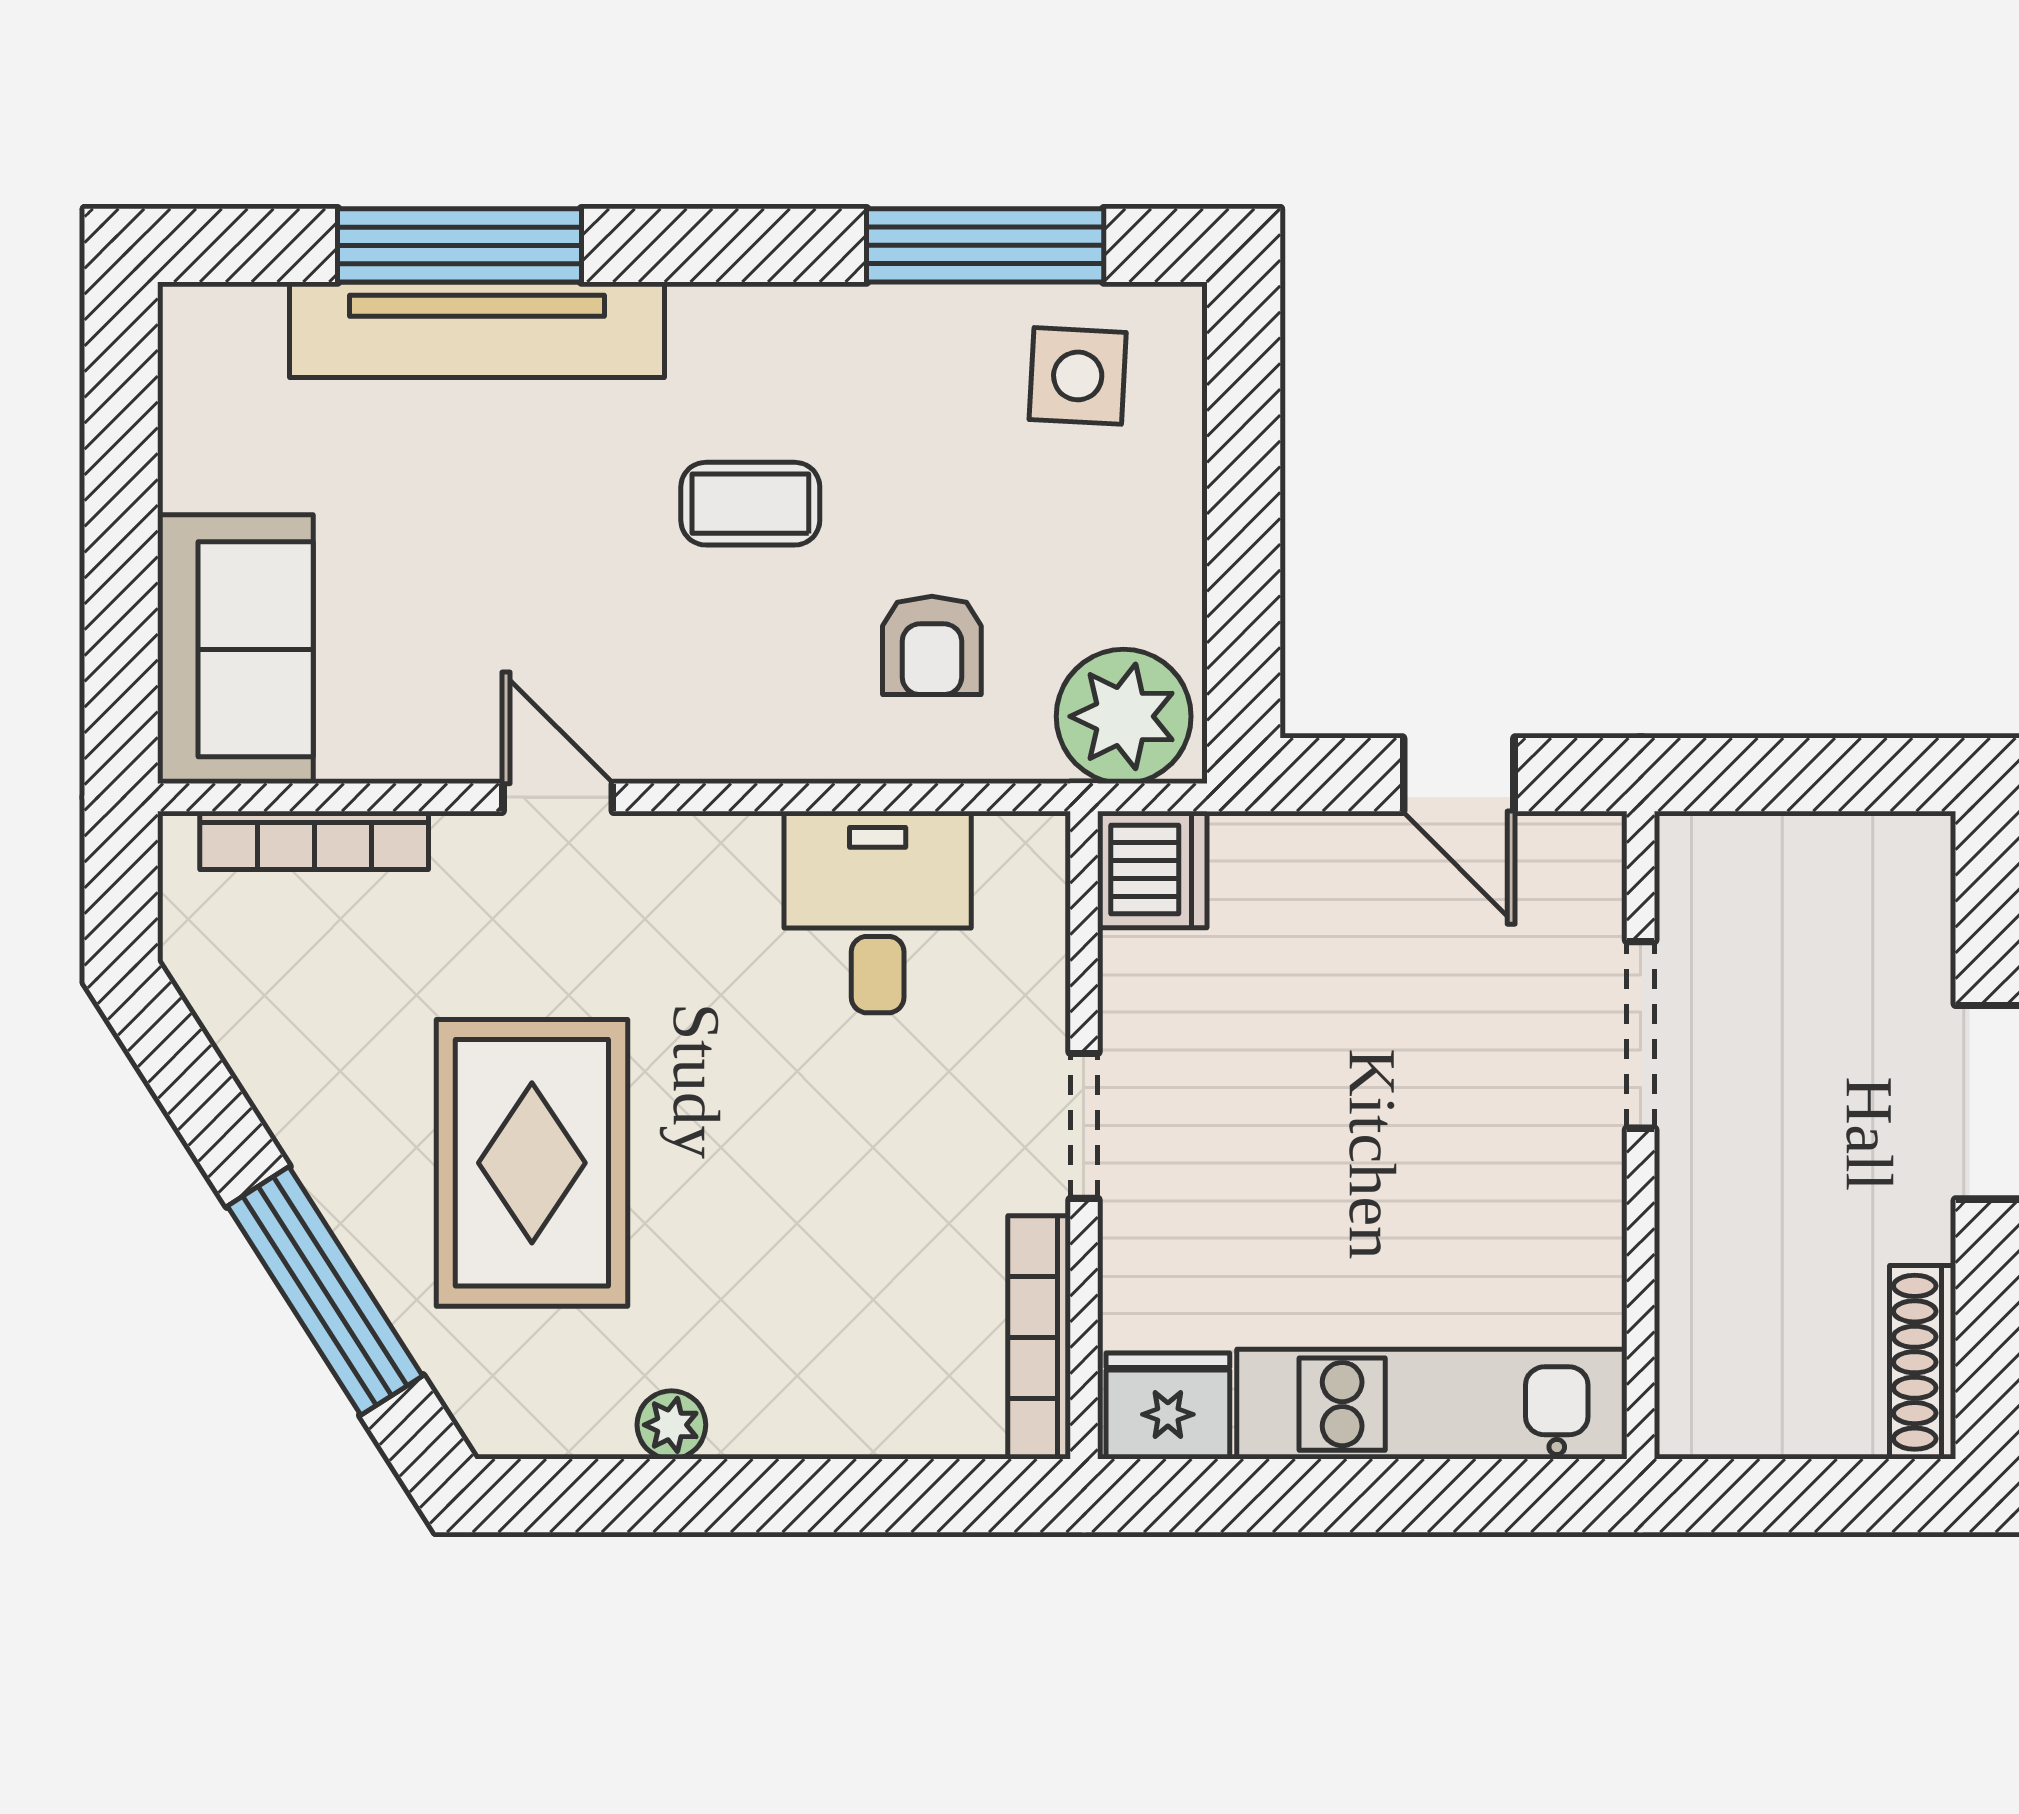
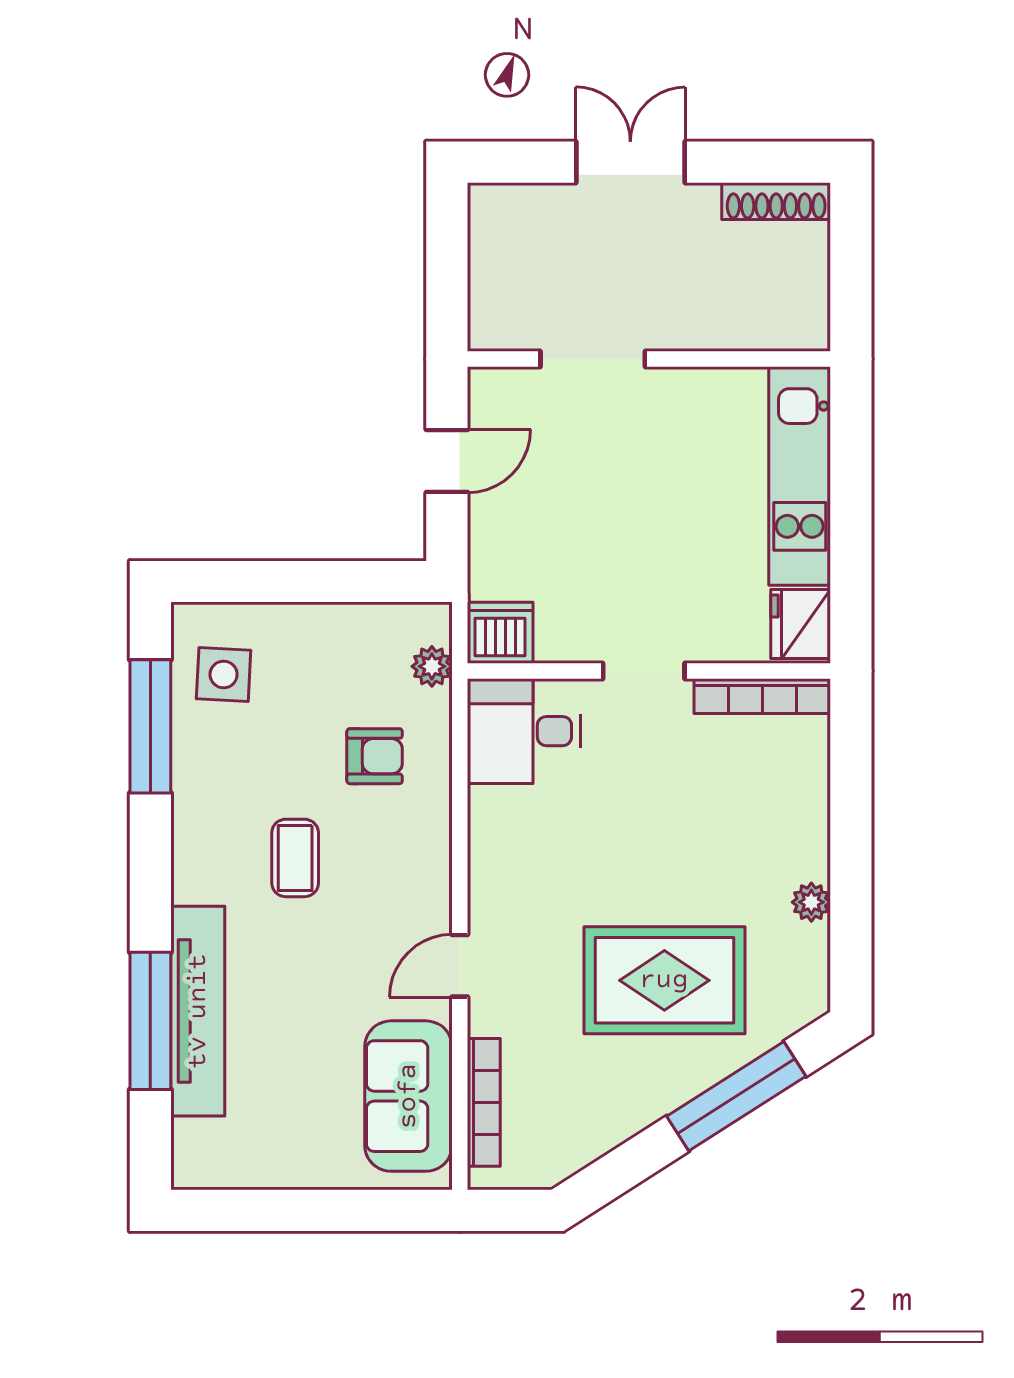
sofa: (235, 649) -> (408, 1096), moved, turned -90
plant: (1124, 716) -> (432, 666), width x0.53, depth x0.53
desk: (878, 912) -> (524, 731), moved

